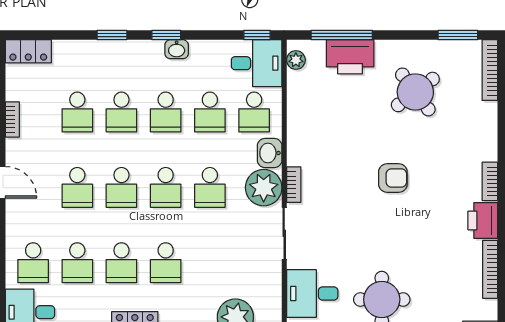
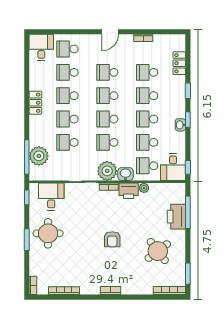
locker: (28, 51) -> (179, 63), moved
plant: (296, 60) -> (144, 188), moved
printer: (483, 220) -> (129, 191), moved, turned 180
school desk: (210, 263) -> (67, 142), added

